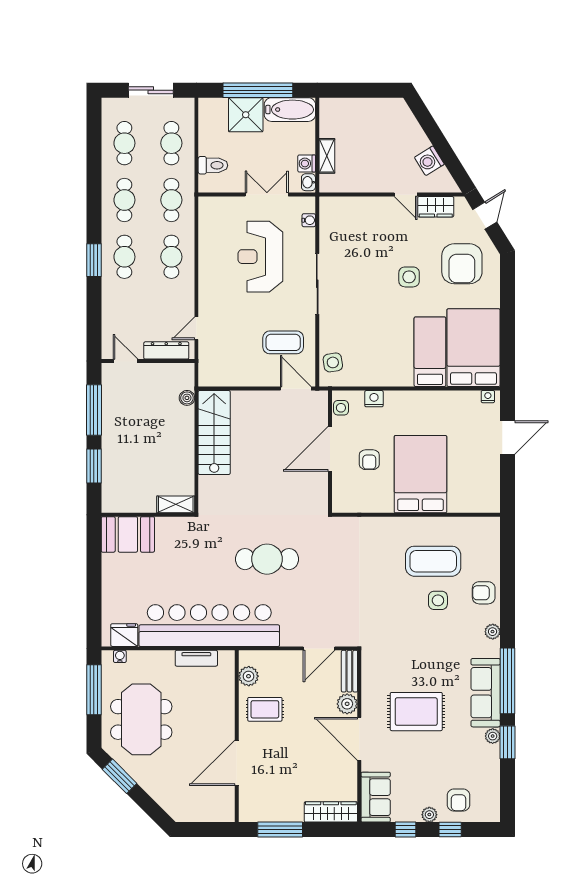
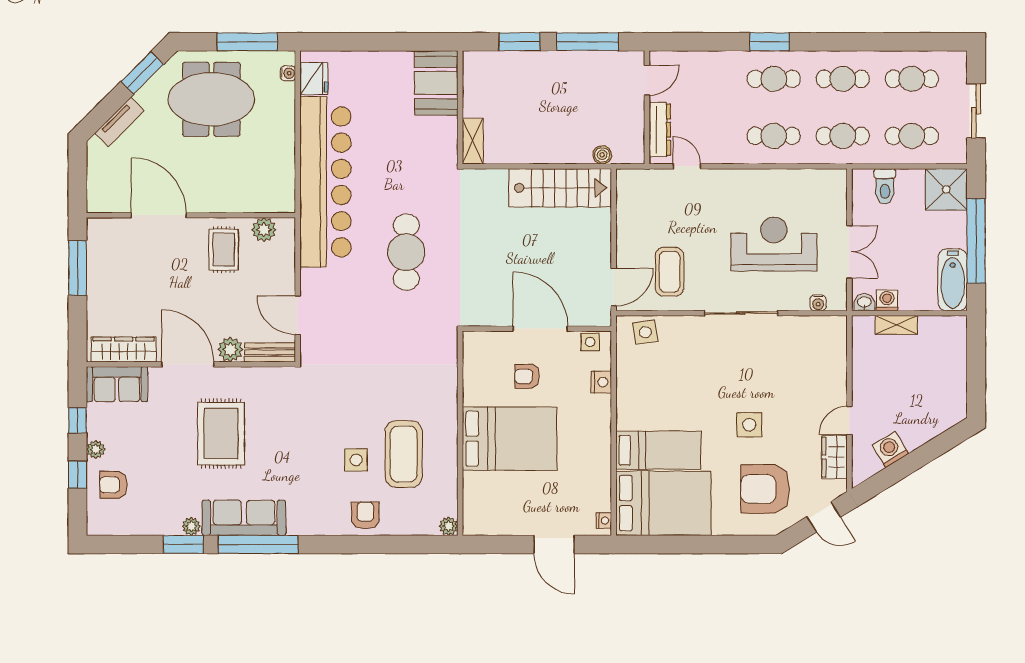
shower: (246, 115) -> (946, 189), moved
plant: (493, 632) -> (449, 526), moved
tv unit: (196, 658) -> (120, 122), moved, turned -135
door: (359, 739) -> (188, 364), hinge flipped
wardrobe: (331, 812) -> (124, 350), moved, turned -90

